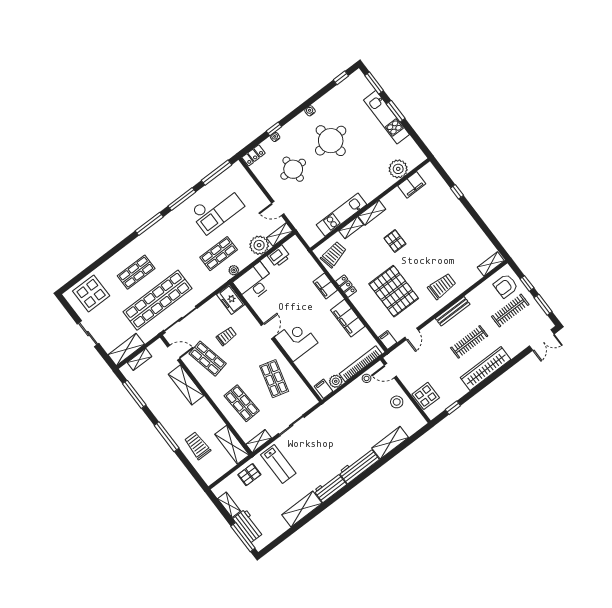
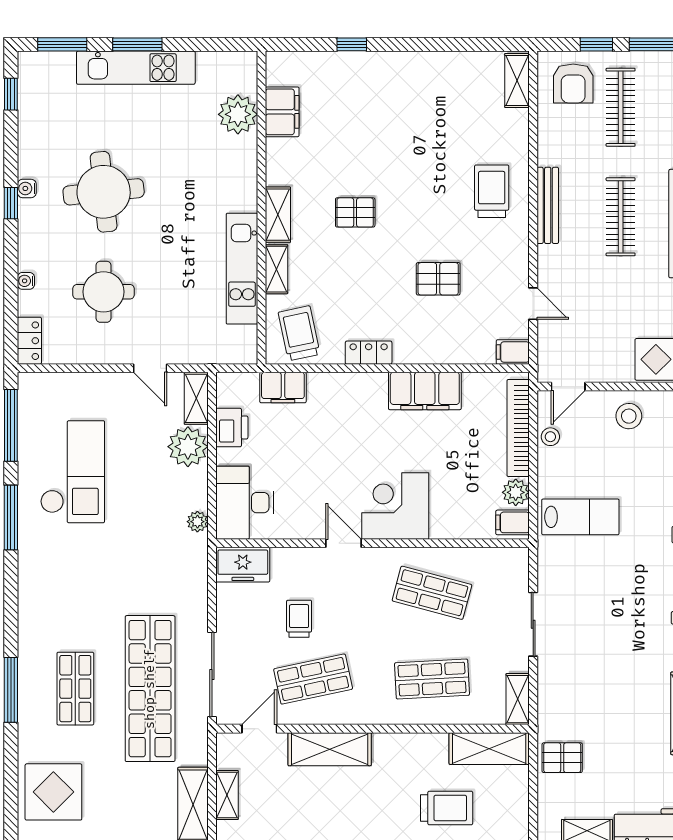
window: (274, 129) -> (11, 203), moved
door: (278, 209) -> (150, 368), hinge flipped
window: (149, 224) -> (11, 690), moved
shop shelf: (219, 254) -> (150, 526), removed
filing cabinet: (325, 286) -> (283, 388), moved
pallet: (394, 291) -> (438, 279), width x0.49, depth x0.50
trolley: (197, 446) -> (447, 808), turned 180
lab bench: (278, 464) -> (580, 517), moved
pallet: (249, 475) -> (562, 758), turned 90

